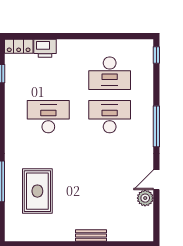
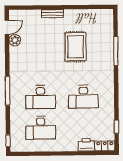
desk: (110, 73) -> (41, 128), turned 180
door: (156, 180) -> (7, 27), moved
rug: (37, 191) -> (76, 47), moved

